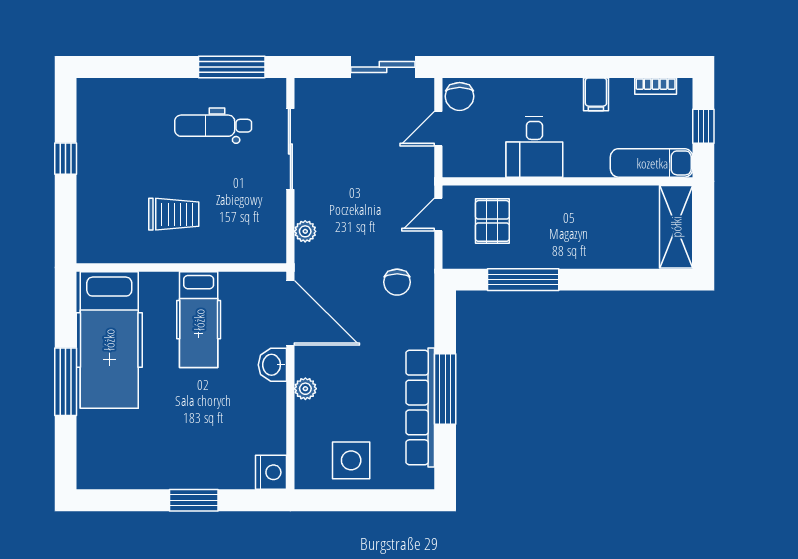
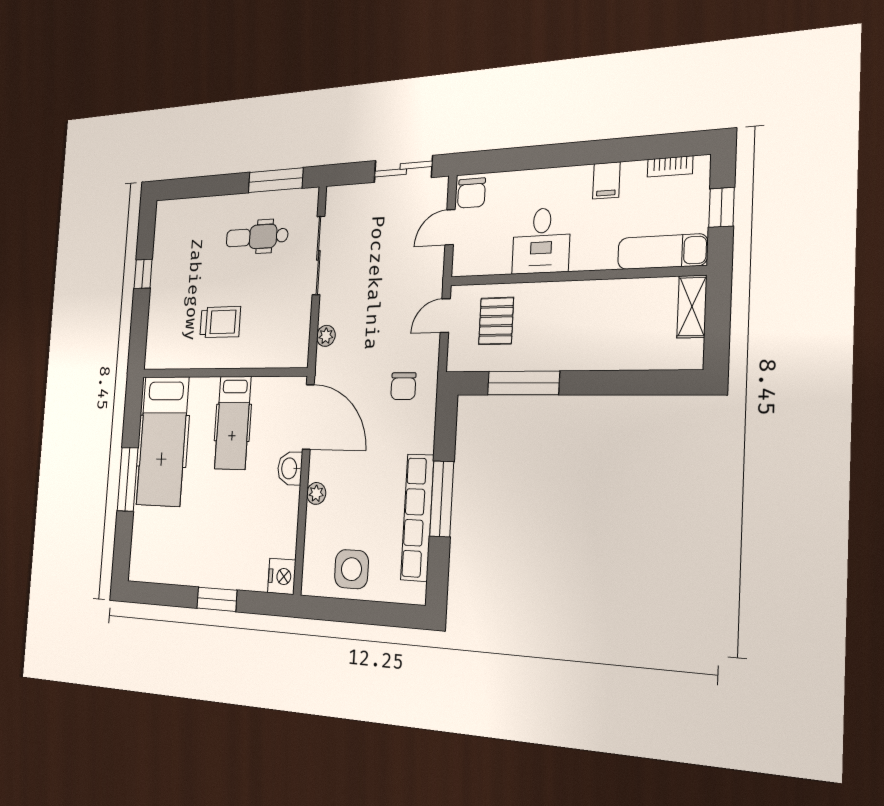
shelving: (676, 227) -> (692, 307), width x0.67, depth x0.75

